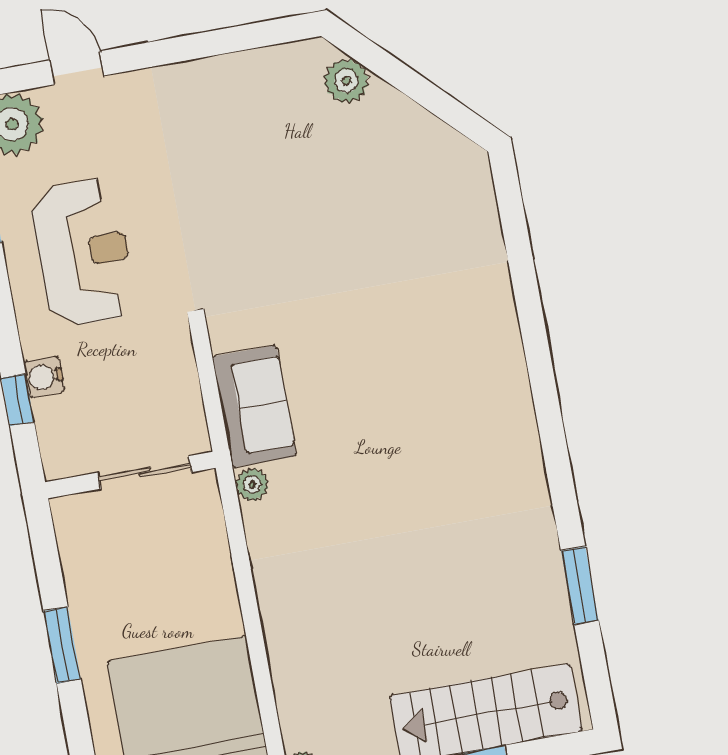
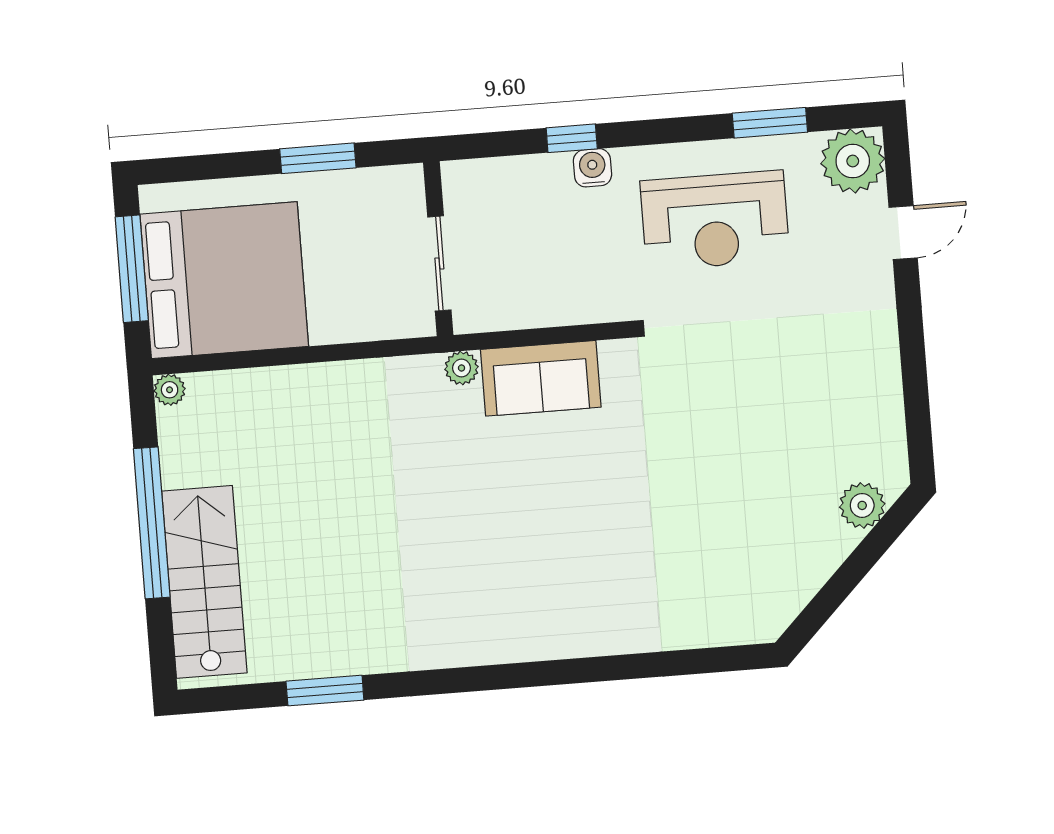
sliding door: (145, 472) -> (439, 263), moved
wall: (130, 475) -> (438, 249), moved

